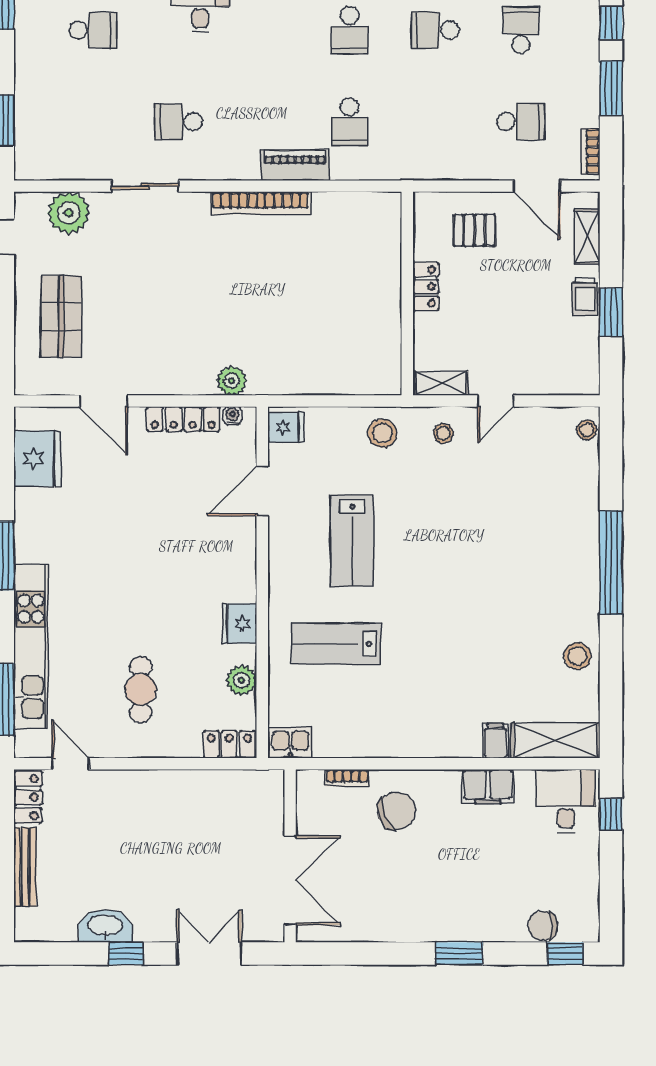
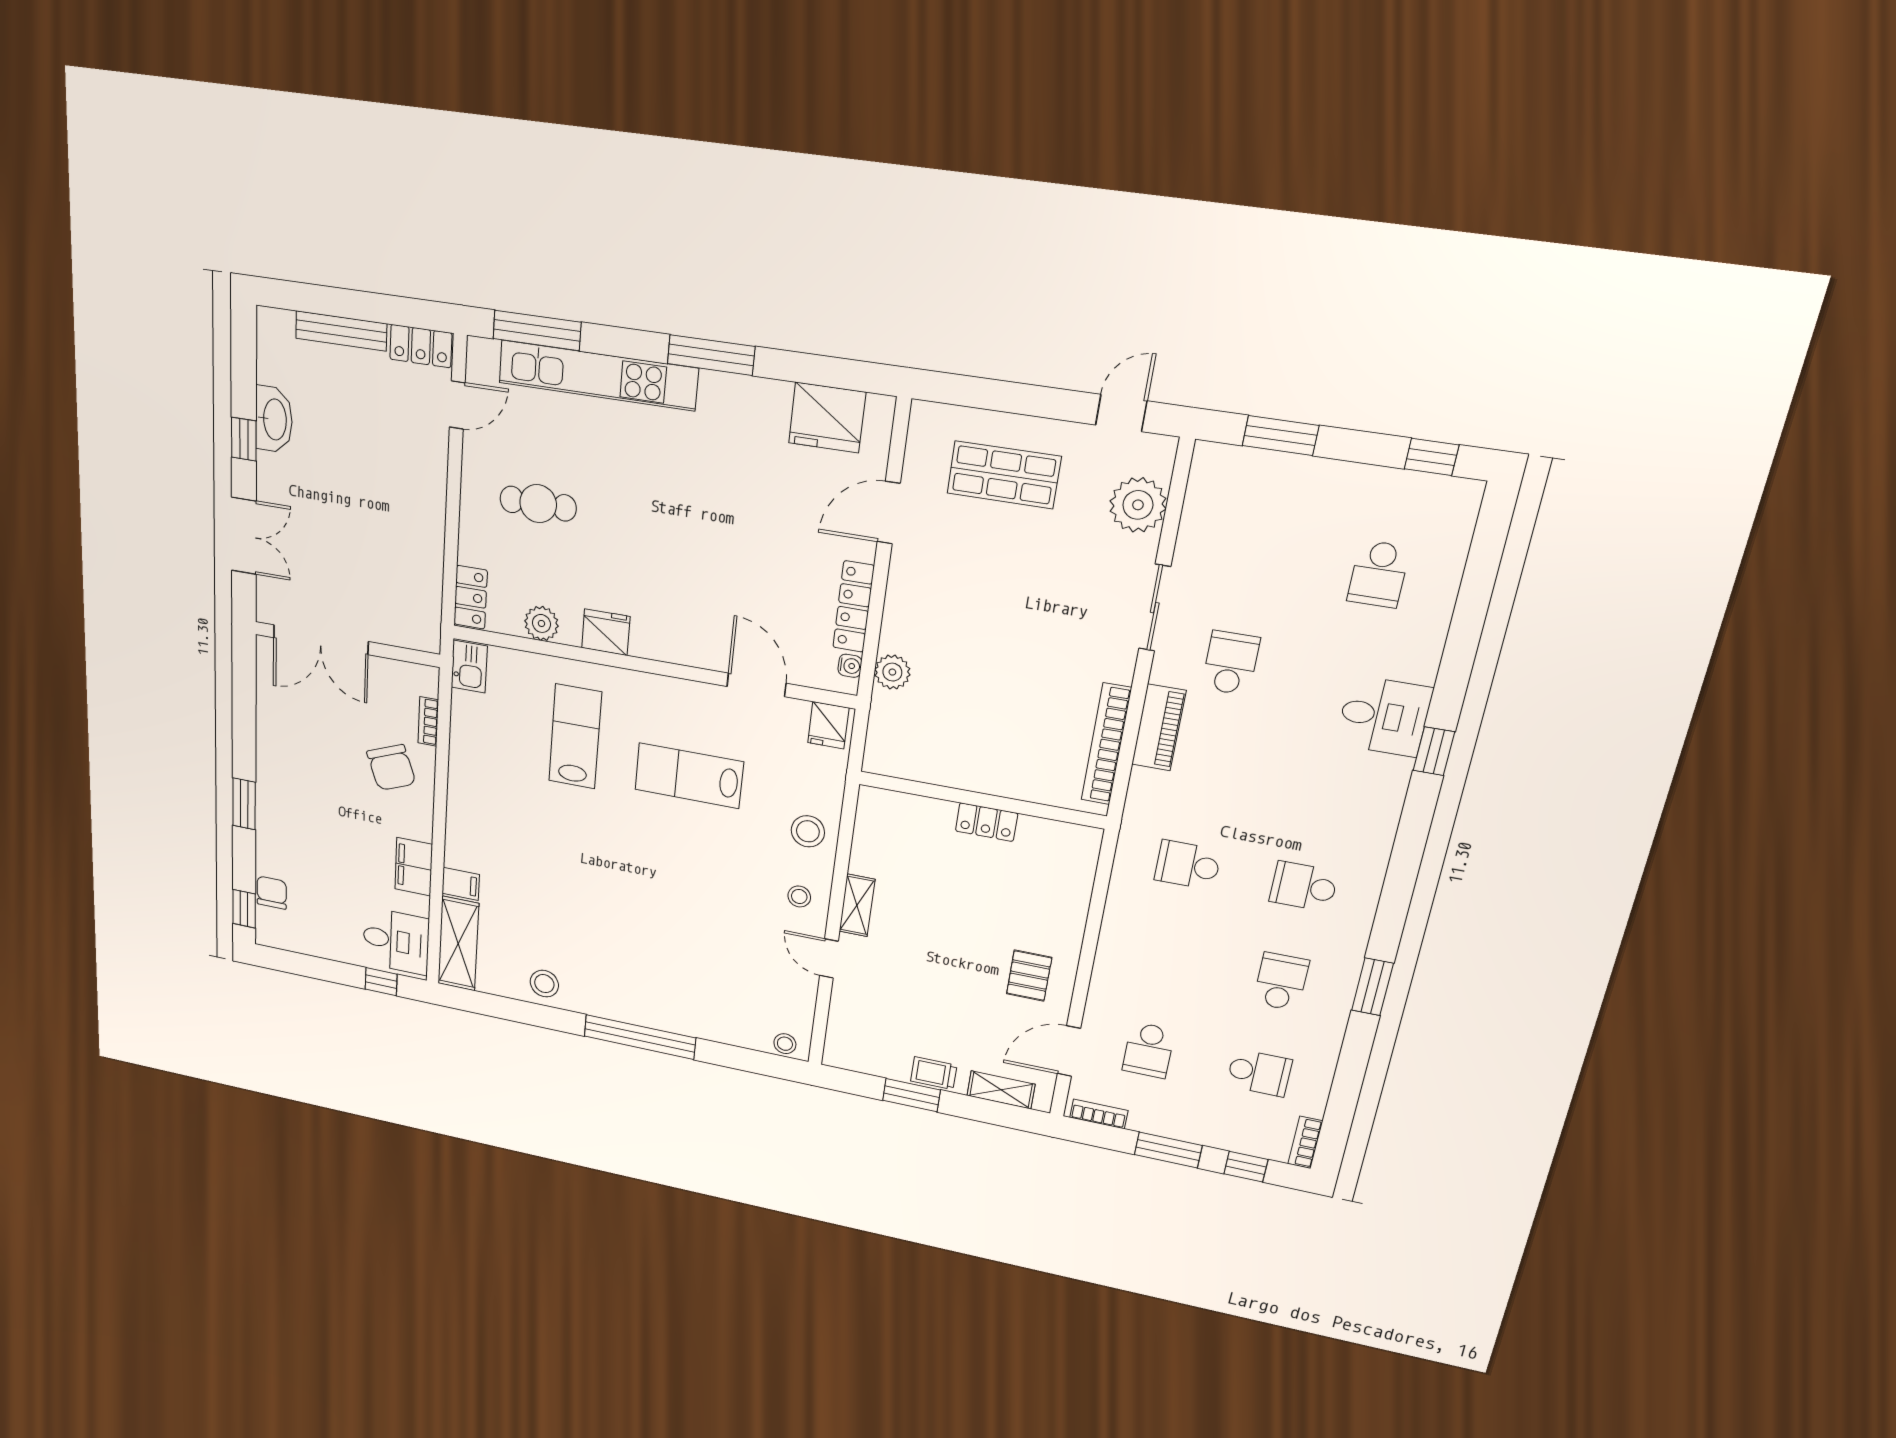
piano: (295, 165) -> (1159, 728), moved
locker: (426, 287) -> (986, 822), moved
wall: (407, 294) -> (981, 800), moved

